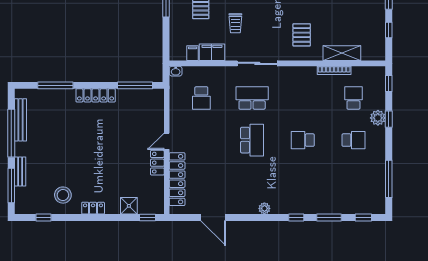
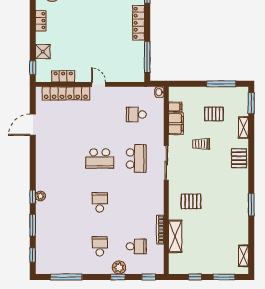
school desk: (353, 140) -> (100, 246), turned 180
locker: (157, 163) -> (63, 76), moved
plant: (264, 208) -> (40, 196), moved

